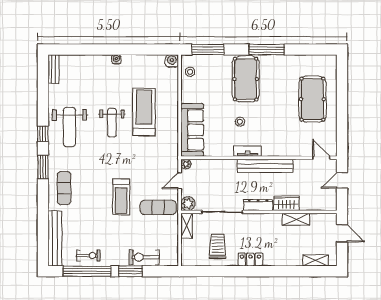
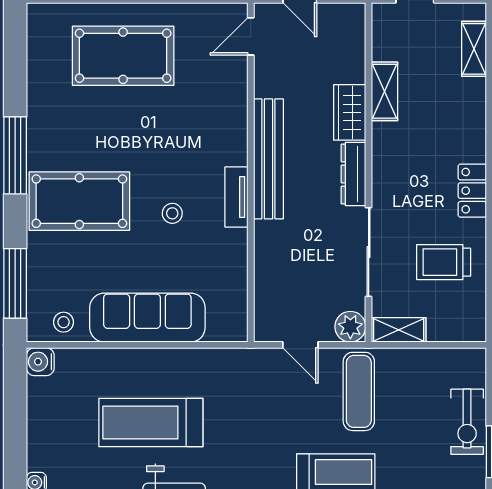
sofa: (192, 130) -> (147, 318), moved
plant: (186, 164) -> (264, 331), removed

